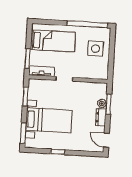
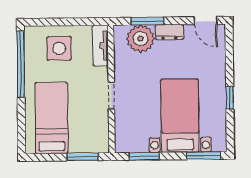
tv unit: (42, 71) -> (100, 45), moved
plant: (102, 103) -> (140, 39), width x1.88, depth x1.88
door: (106, 140) -> (206, 21), hinge flipped

